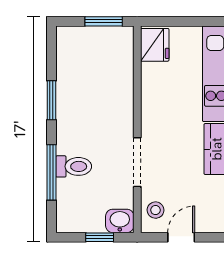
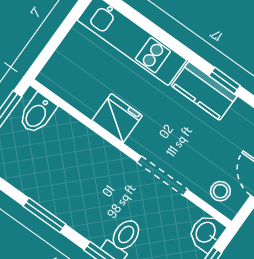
bidet: (118, 45) -> (37, 114), added
fridge: (155, 45) -> (117, 118), moved

